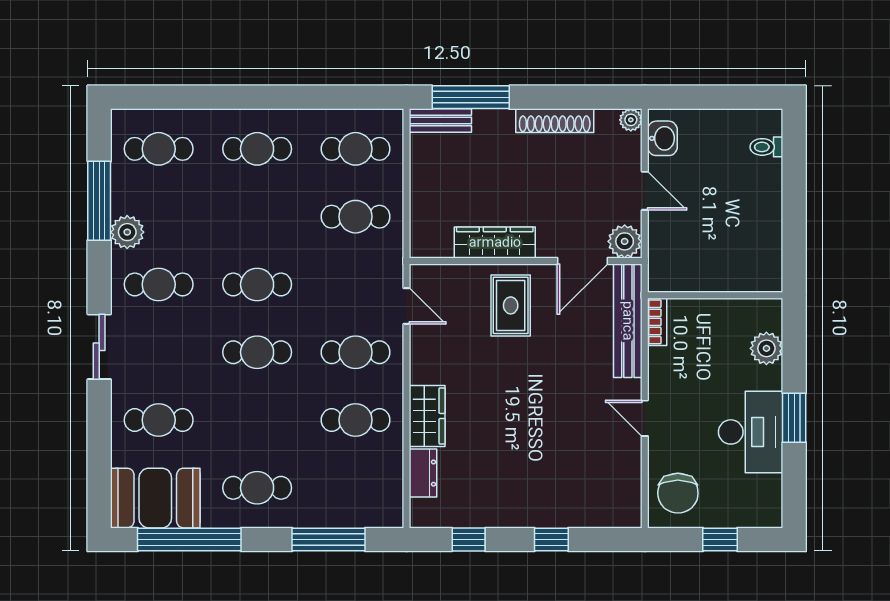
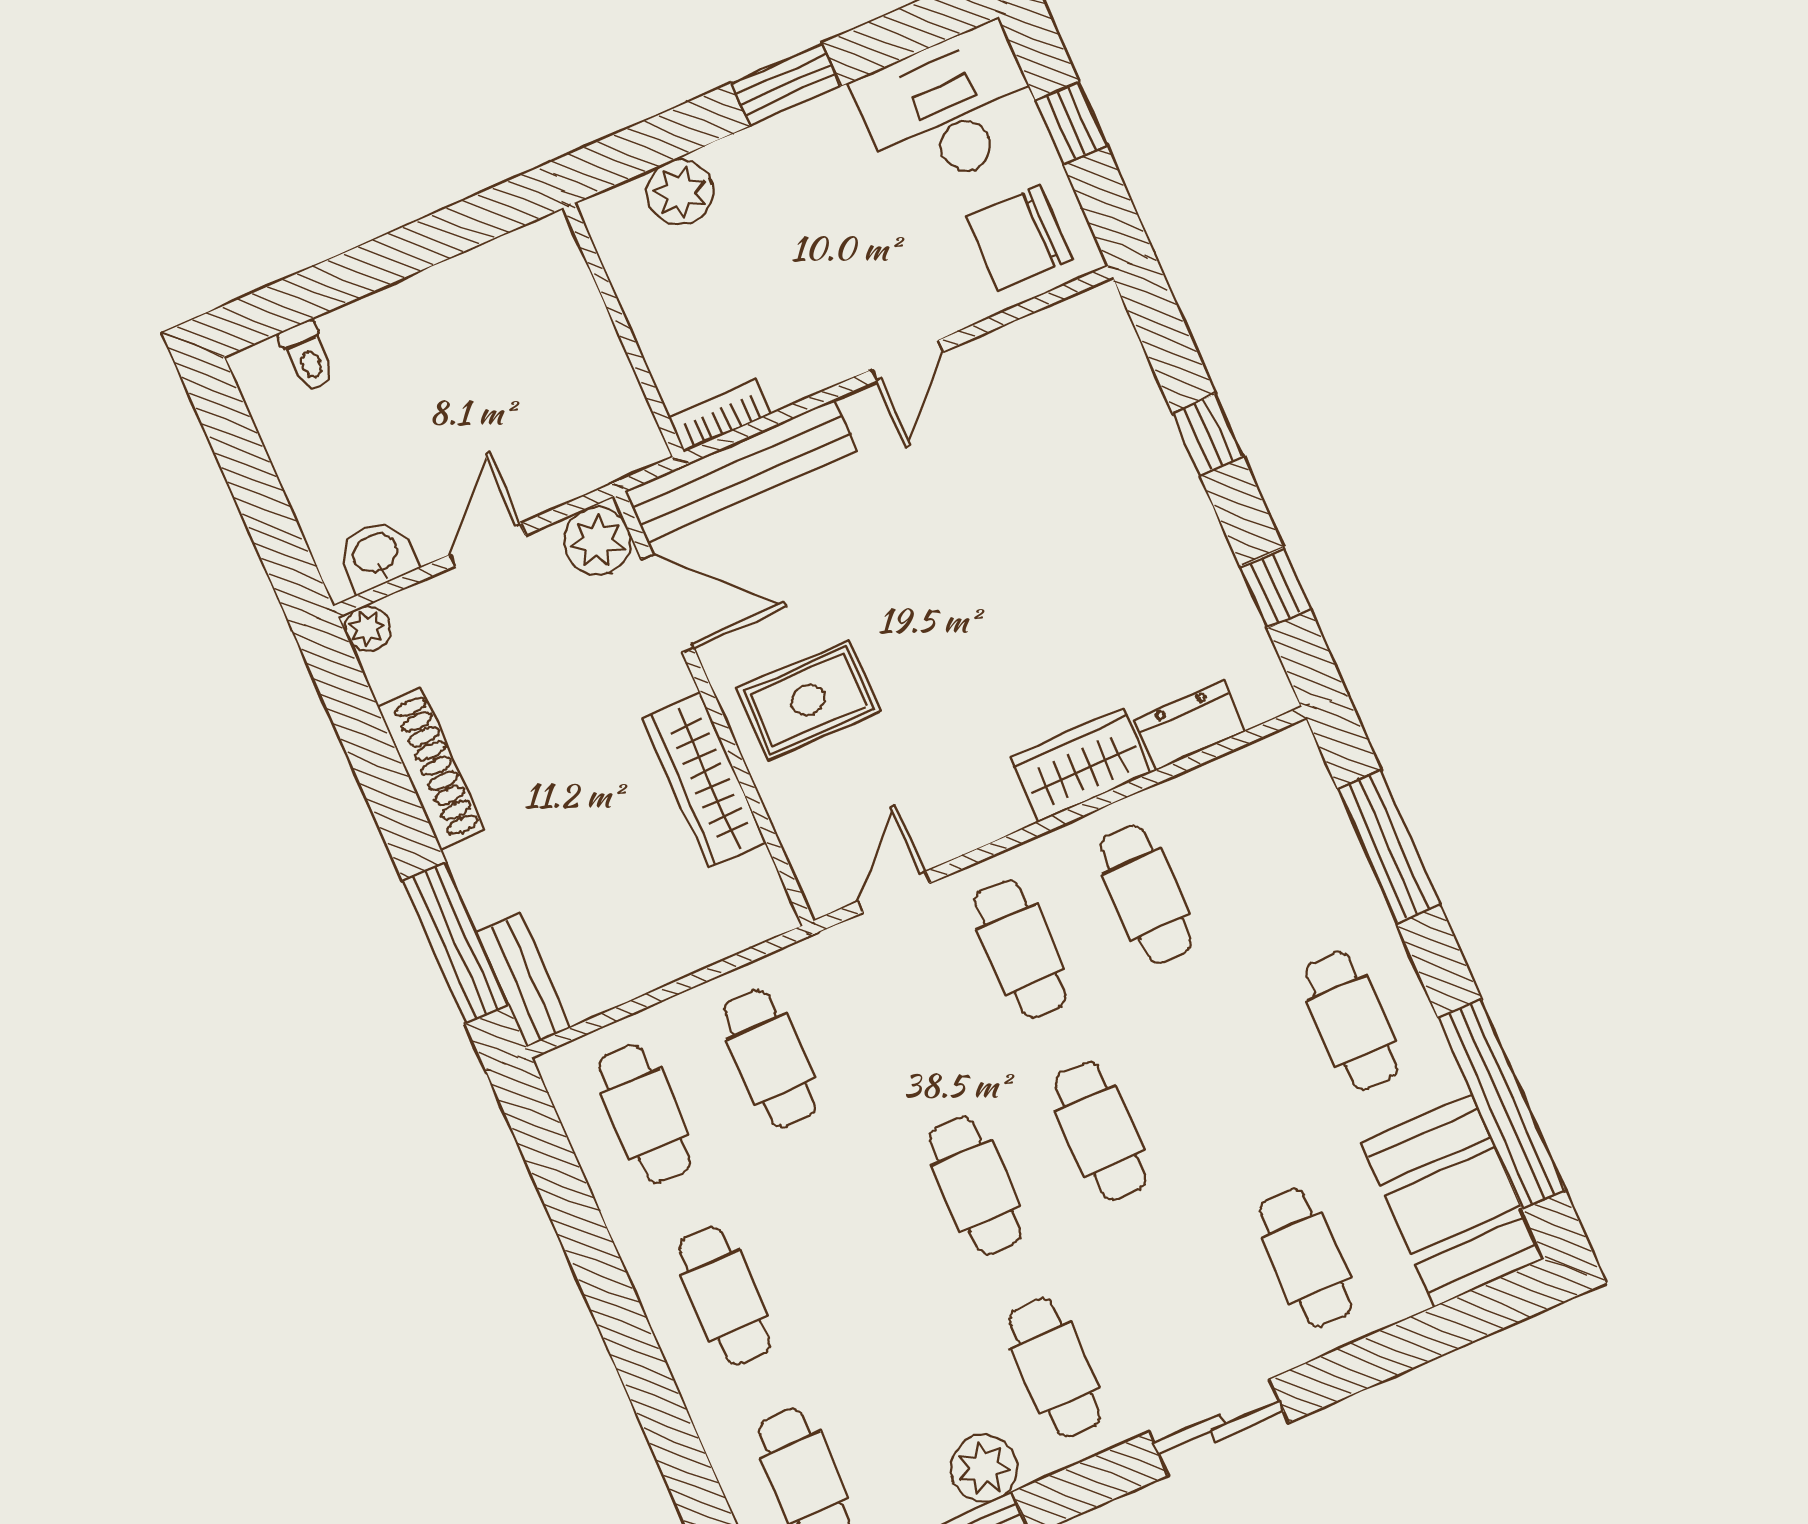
desk: (751, 432) -> (949, 109), moved
chair: (678, 493) -> (1019, 238), turned 180

